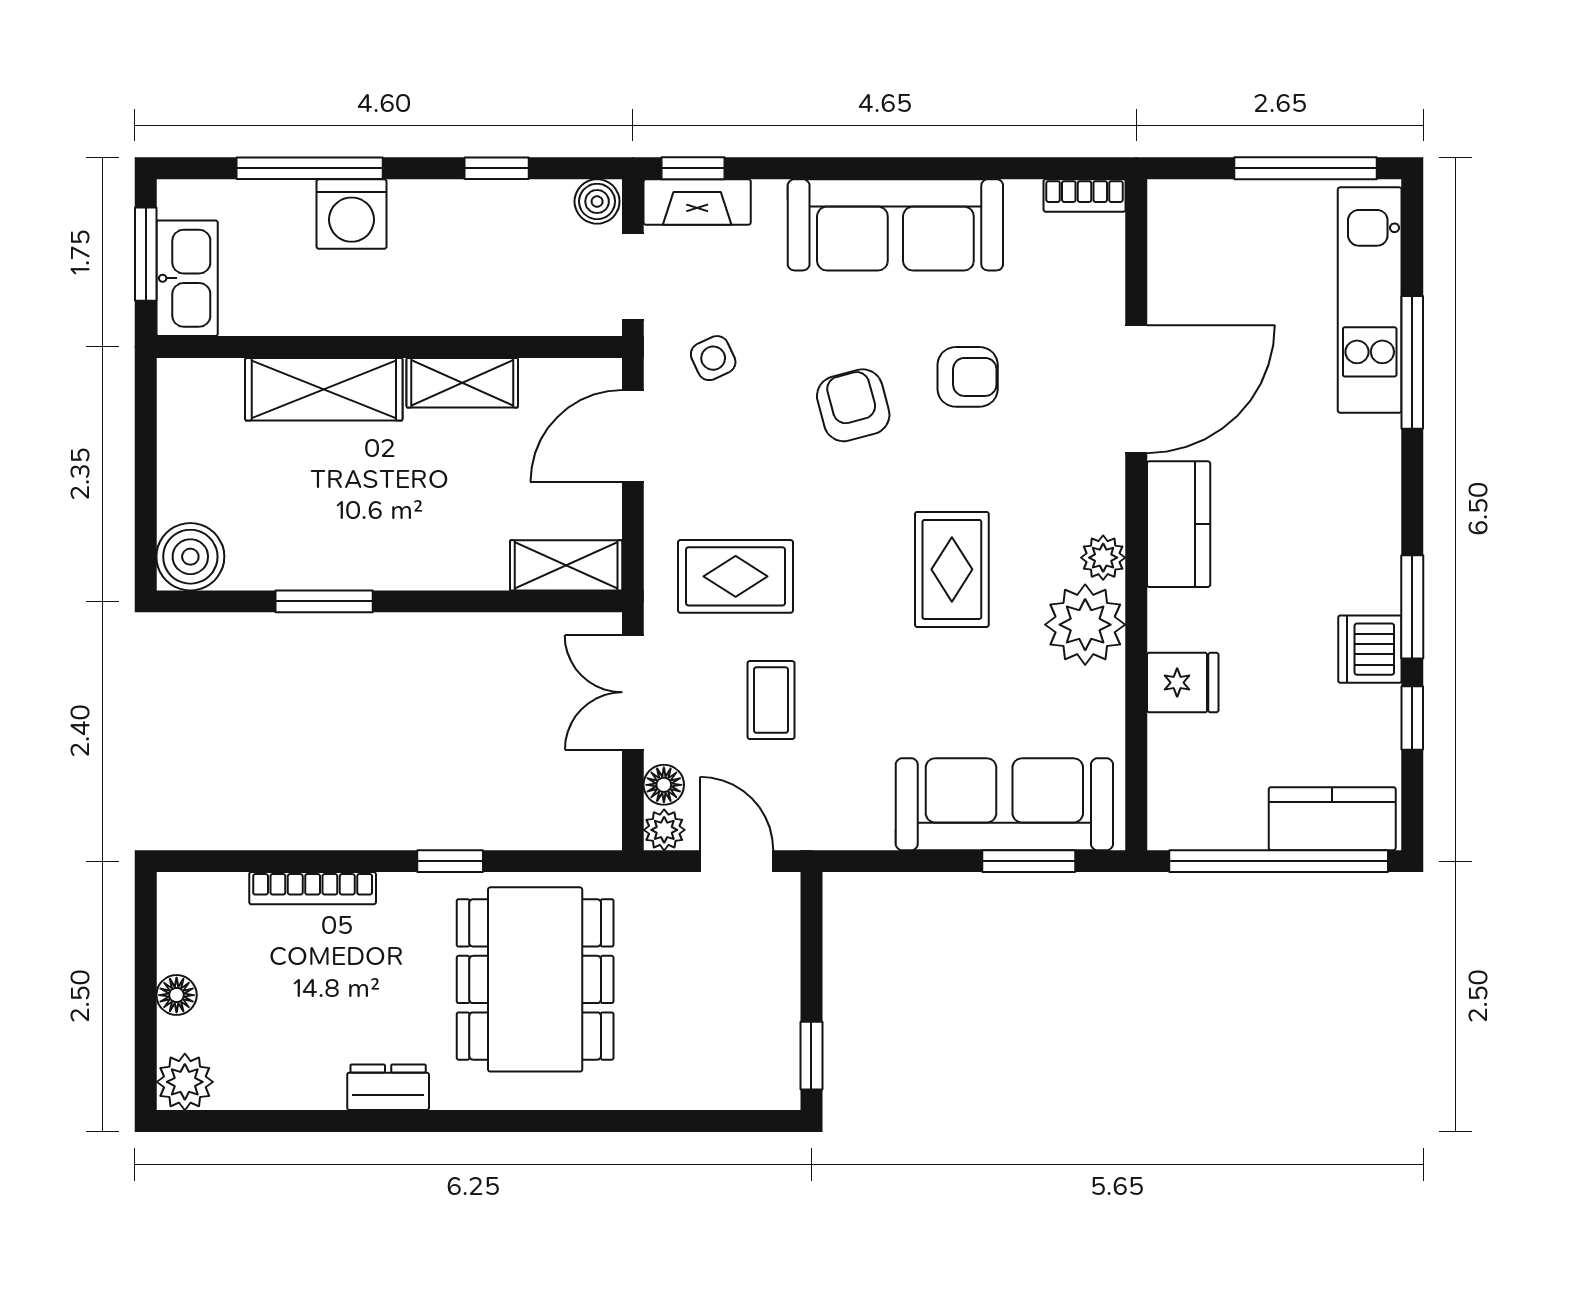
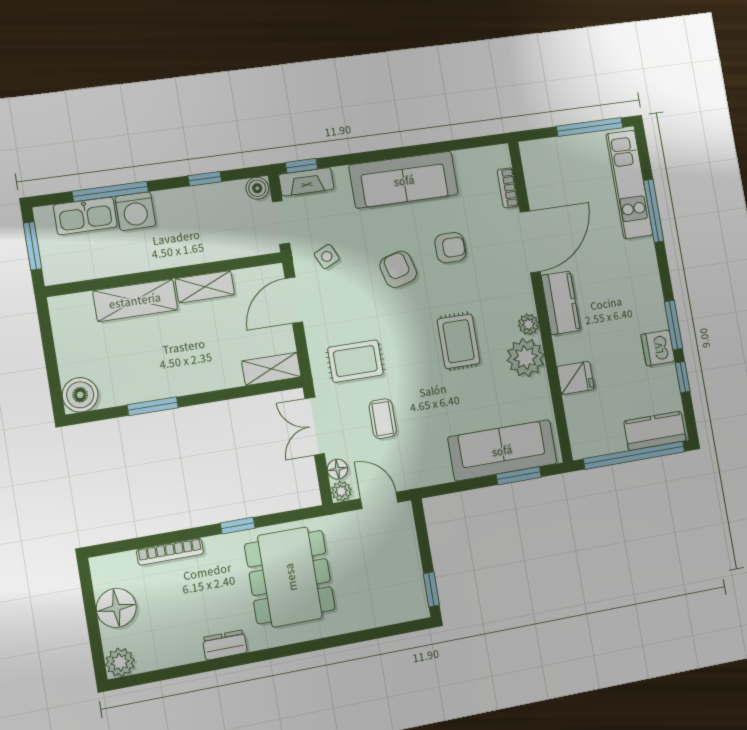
bookcase: (1085, 196) -> (508, 188), moved, turned 90
kitchen sink: (187, 278) -> (85, 216), moved, turned 90
floor lamp: (177, 995) -> (116, 608), width x1.89, depth x1.89

